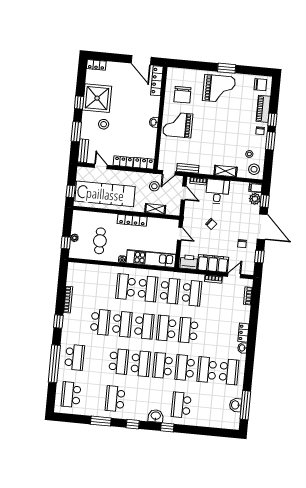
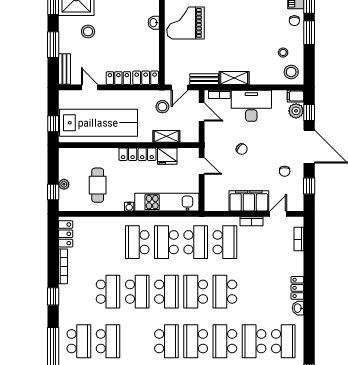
shelving: (226, 171) -> (234, 78), moved
desk: (217, 191) -> (251, 106), width x1.37
fridge: (154, 224) -> (167, 156), added
printer: (189, 262) -> (217, 202), removed
locker: (72, 275) -> (66, 234), added
school desk: (148, 289) -> (166, 242), turned 180
school desk: (119, 361) -> (108, 341), moved

